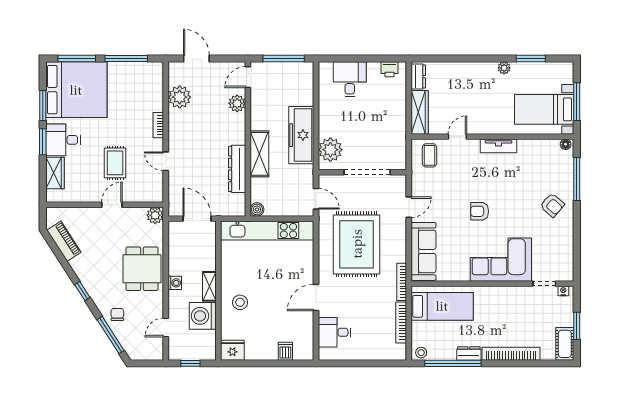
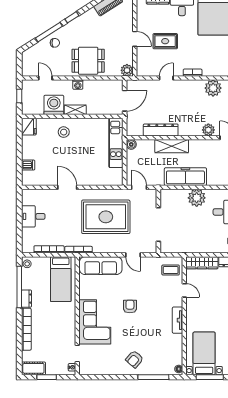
plant: (330, 150) -> (197, 198), moved
door: (316, 199) -> (139, 187), swing flipped
kitchen unit: (267, 231) -> (116, 143), width x0.73
desk: (334, 332) -> (33, 216), moved, turned -90
window: (111, 335) -> (49, 32), moved

